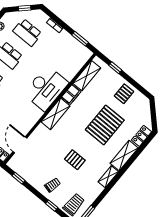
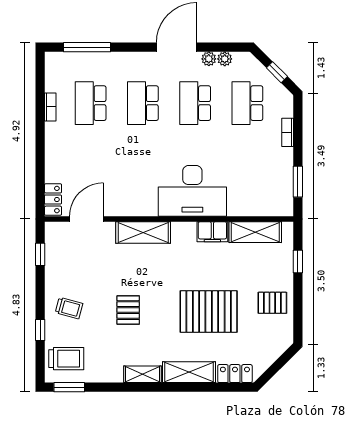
shelving: (56, 114) -> (143, 233), moved

